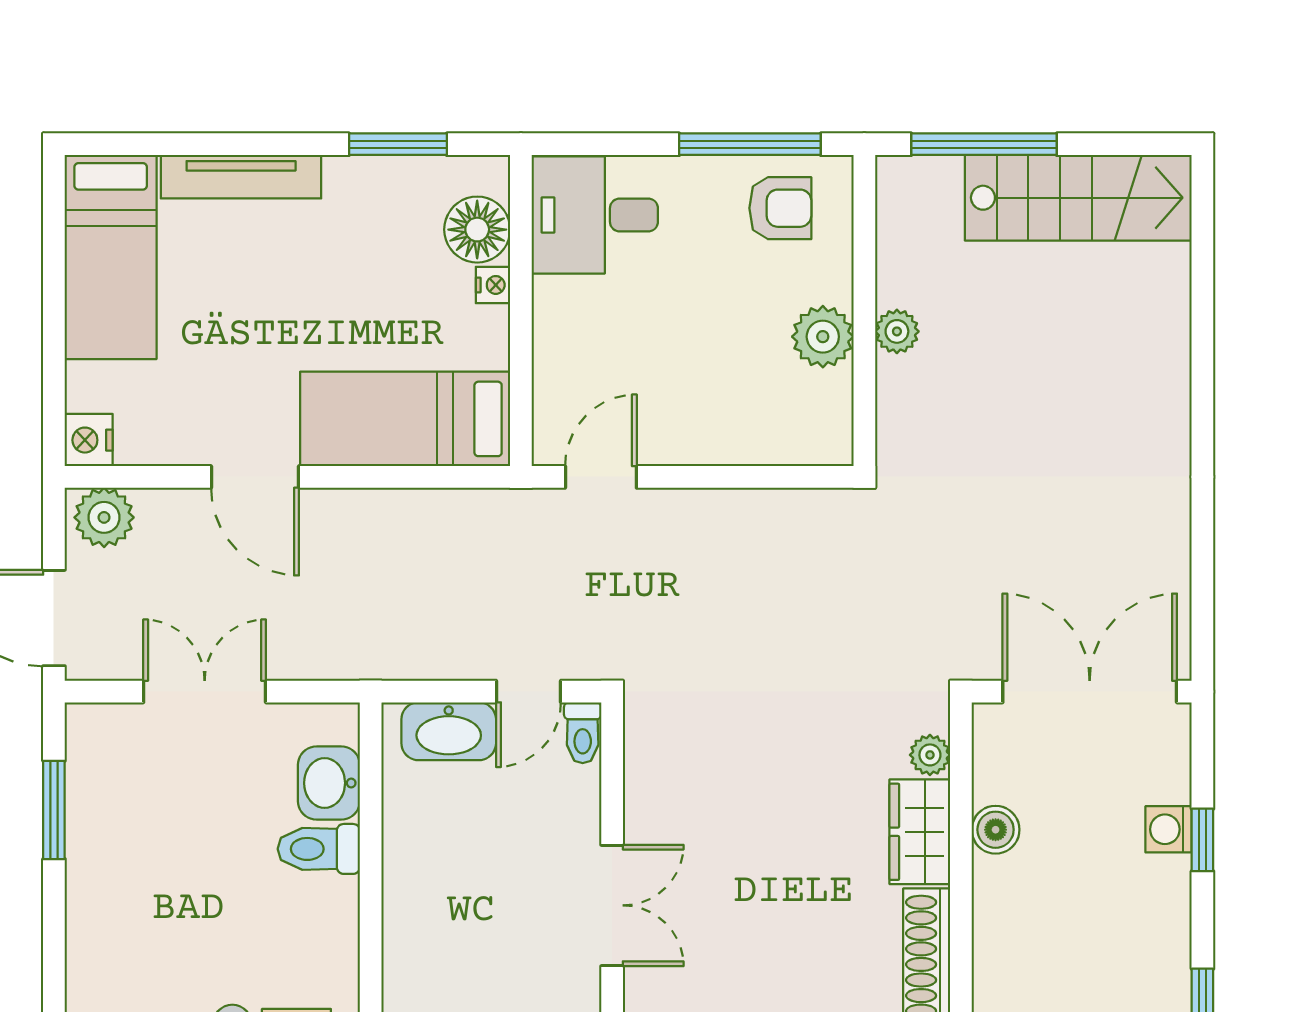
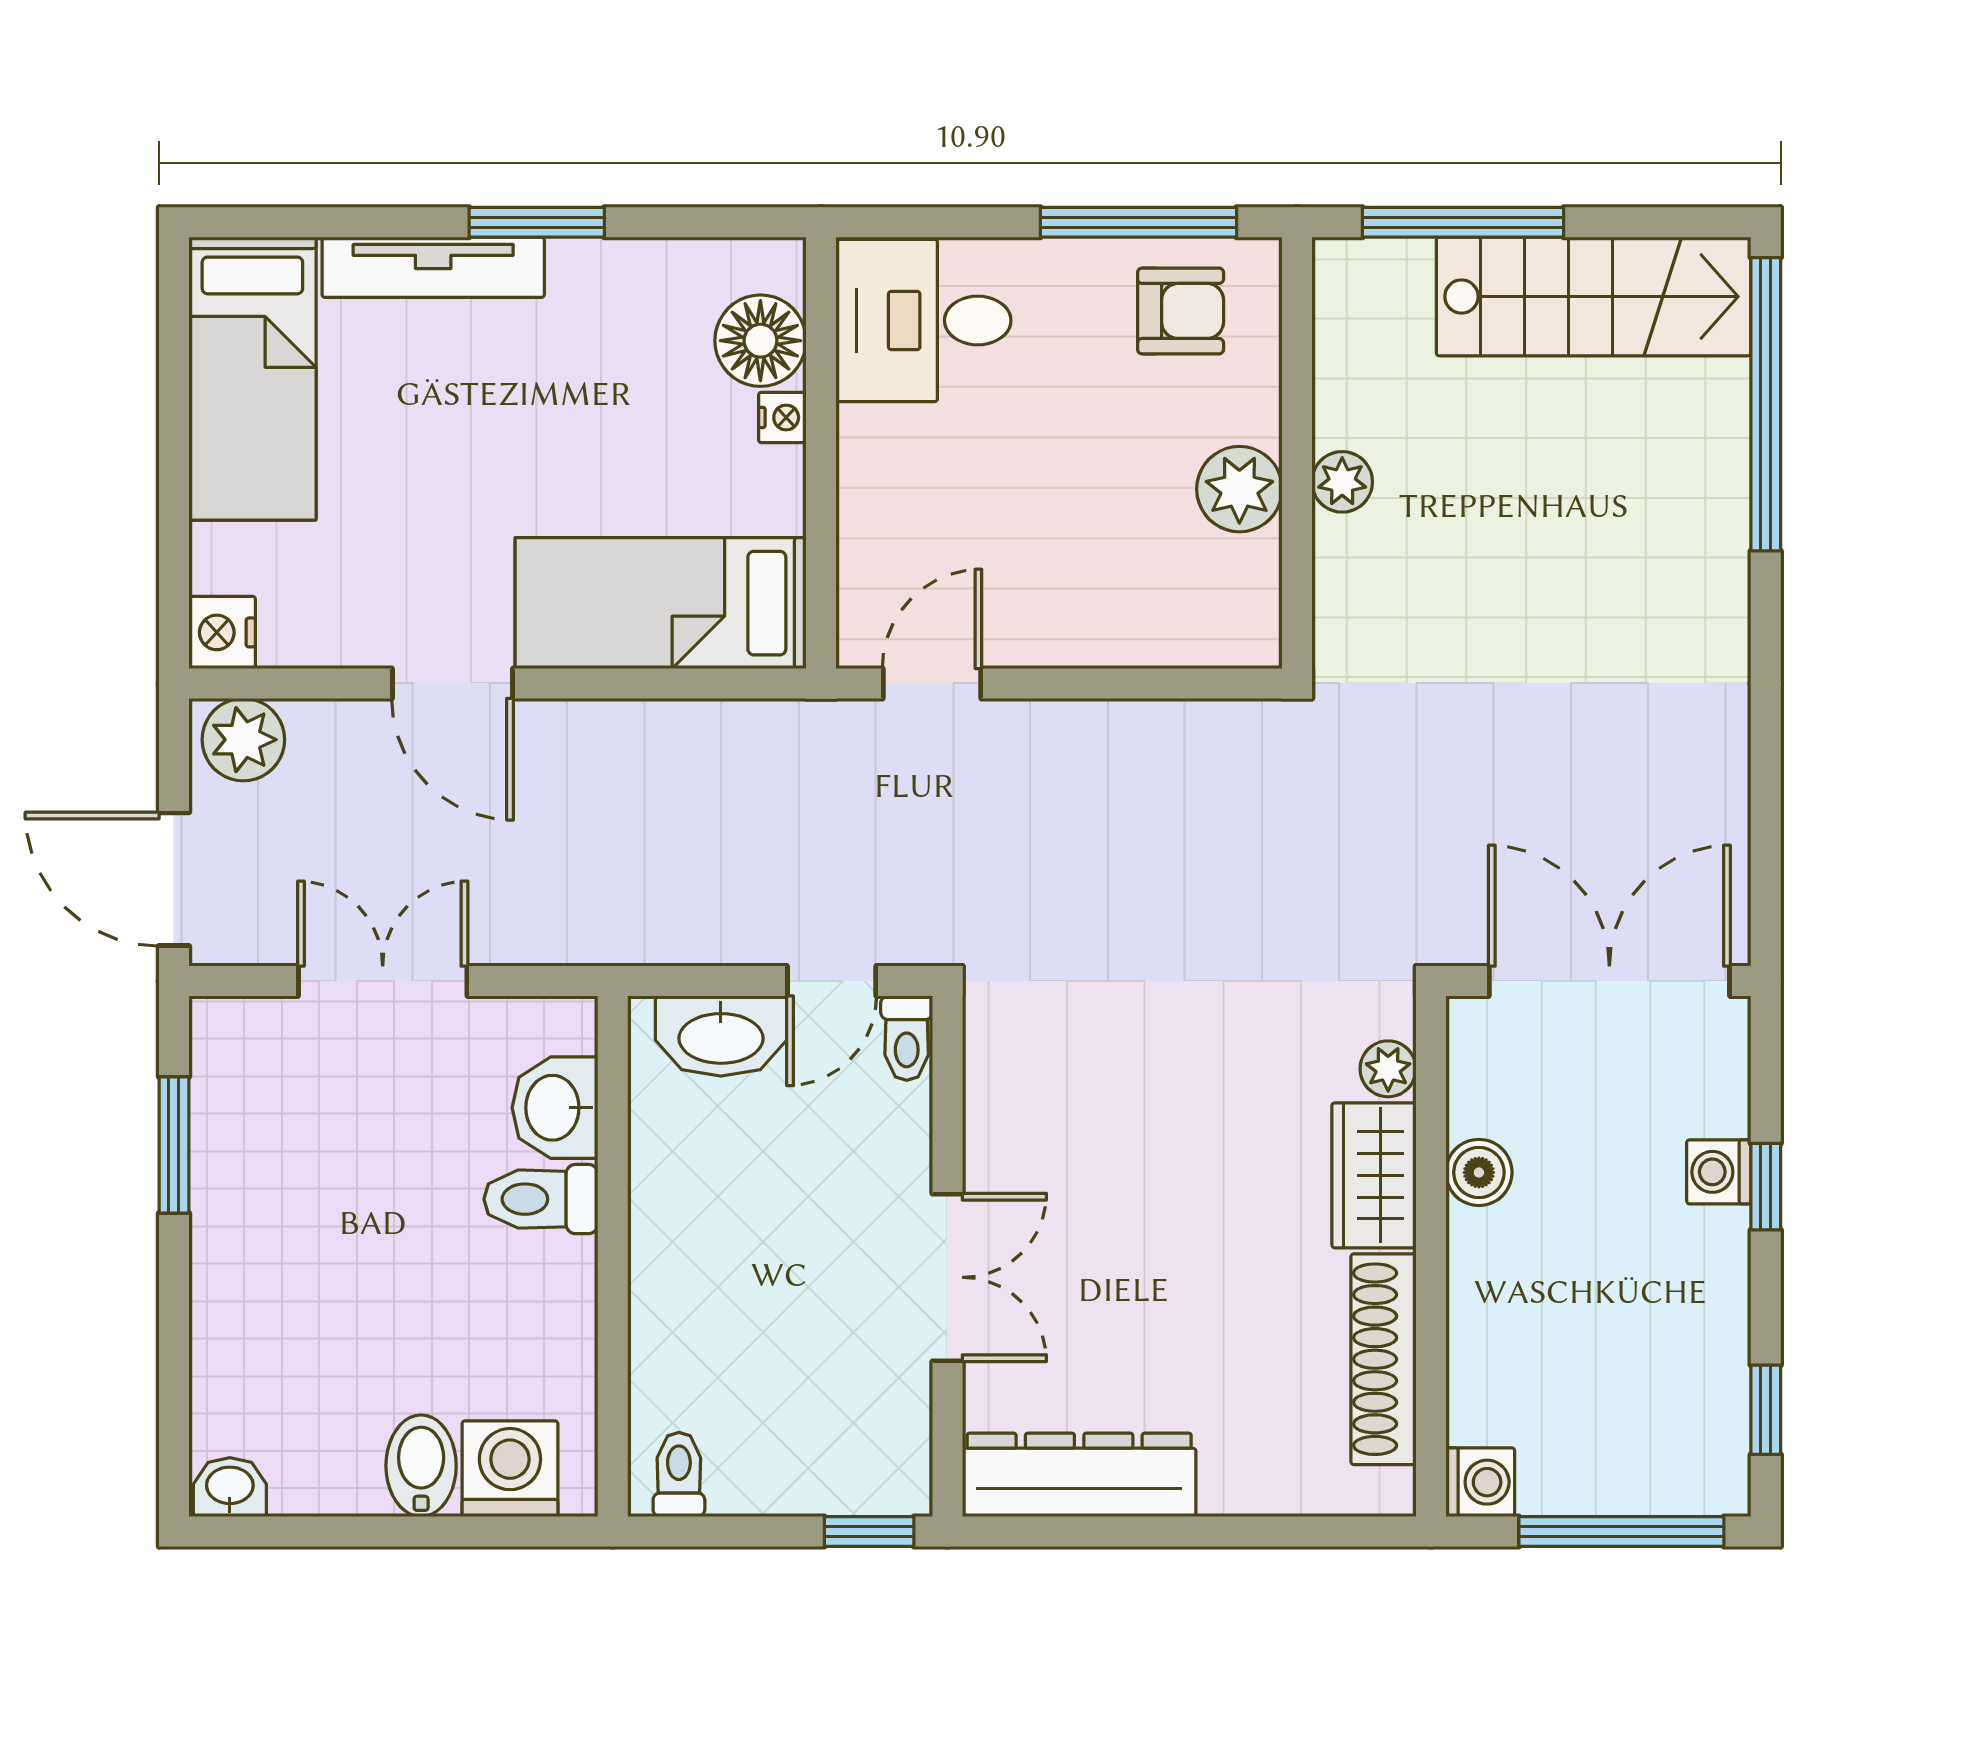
window: (398, 144) -> (537, 222), moved
window: (1202, 275) -> (1766, 404), added

